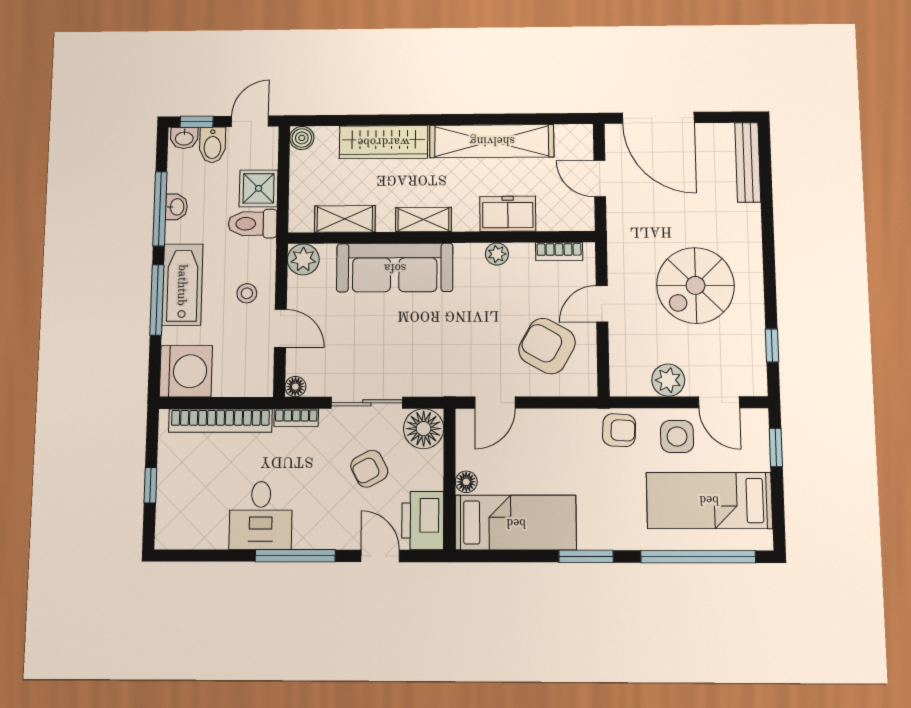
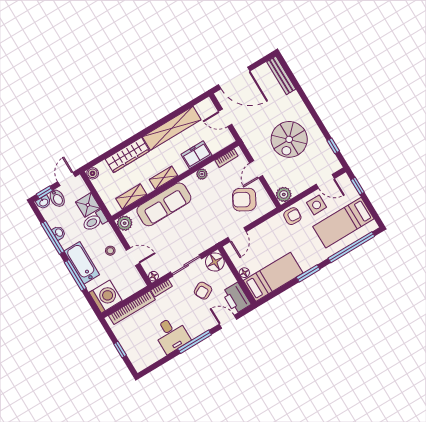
plant: (668, 380) -> (284, 194), moved

